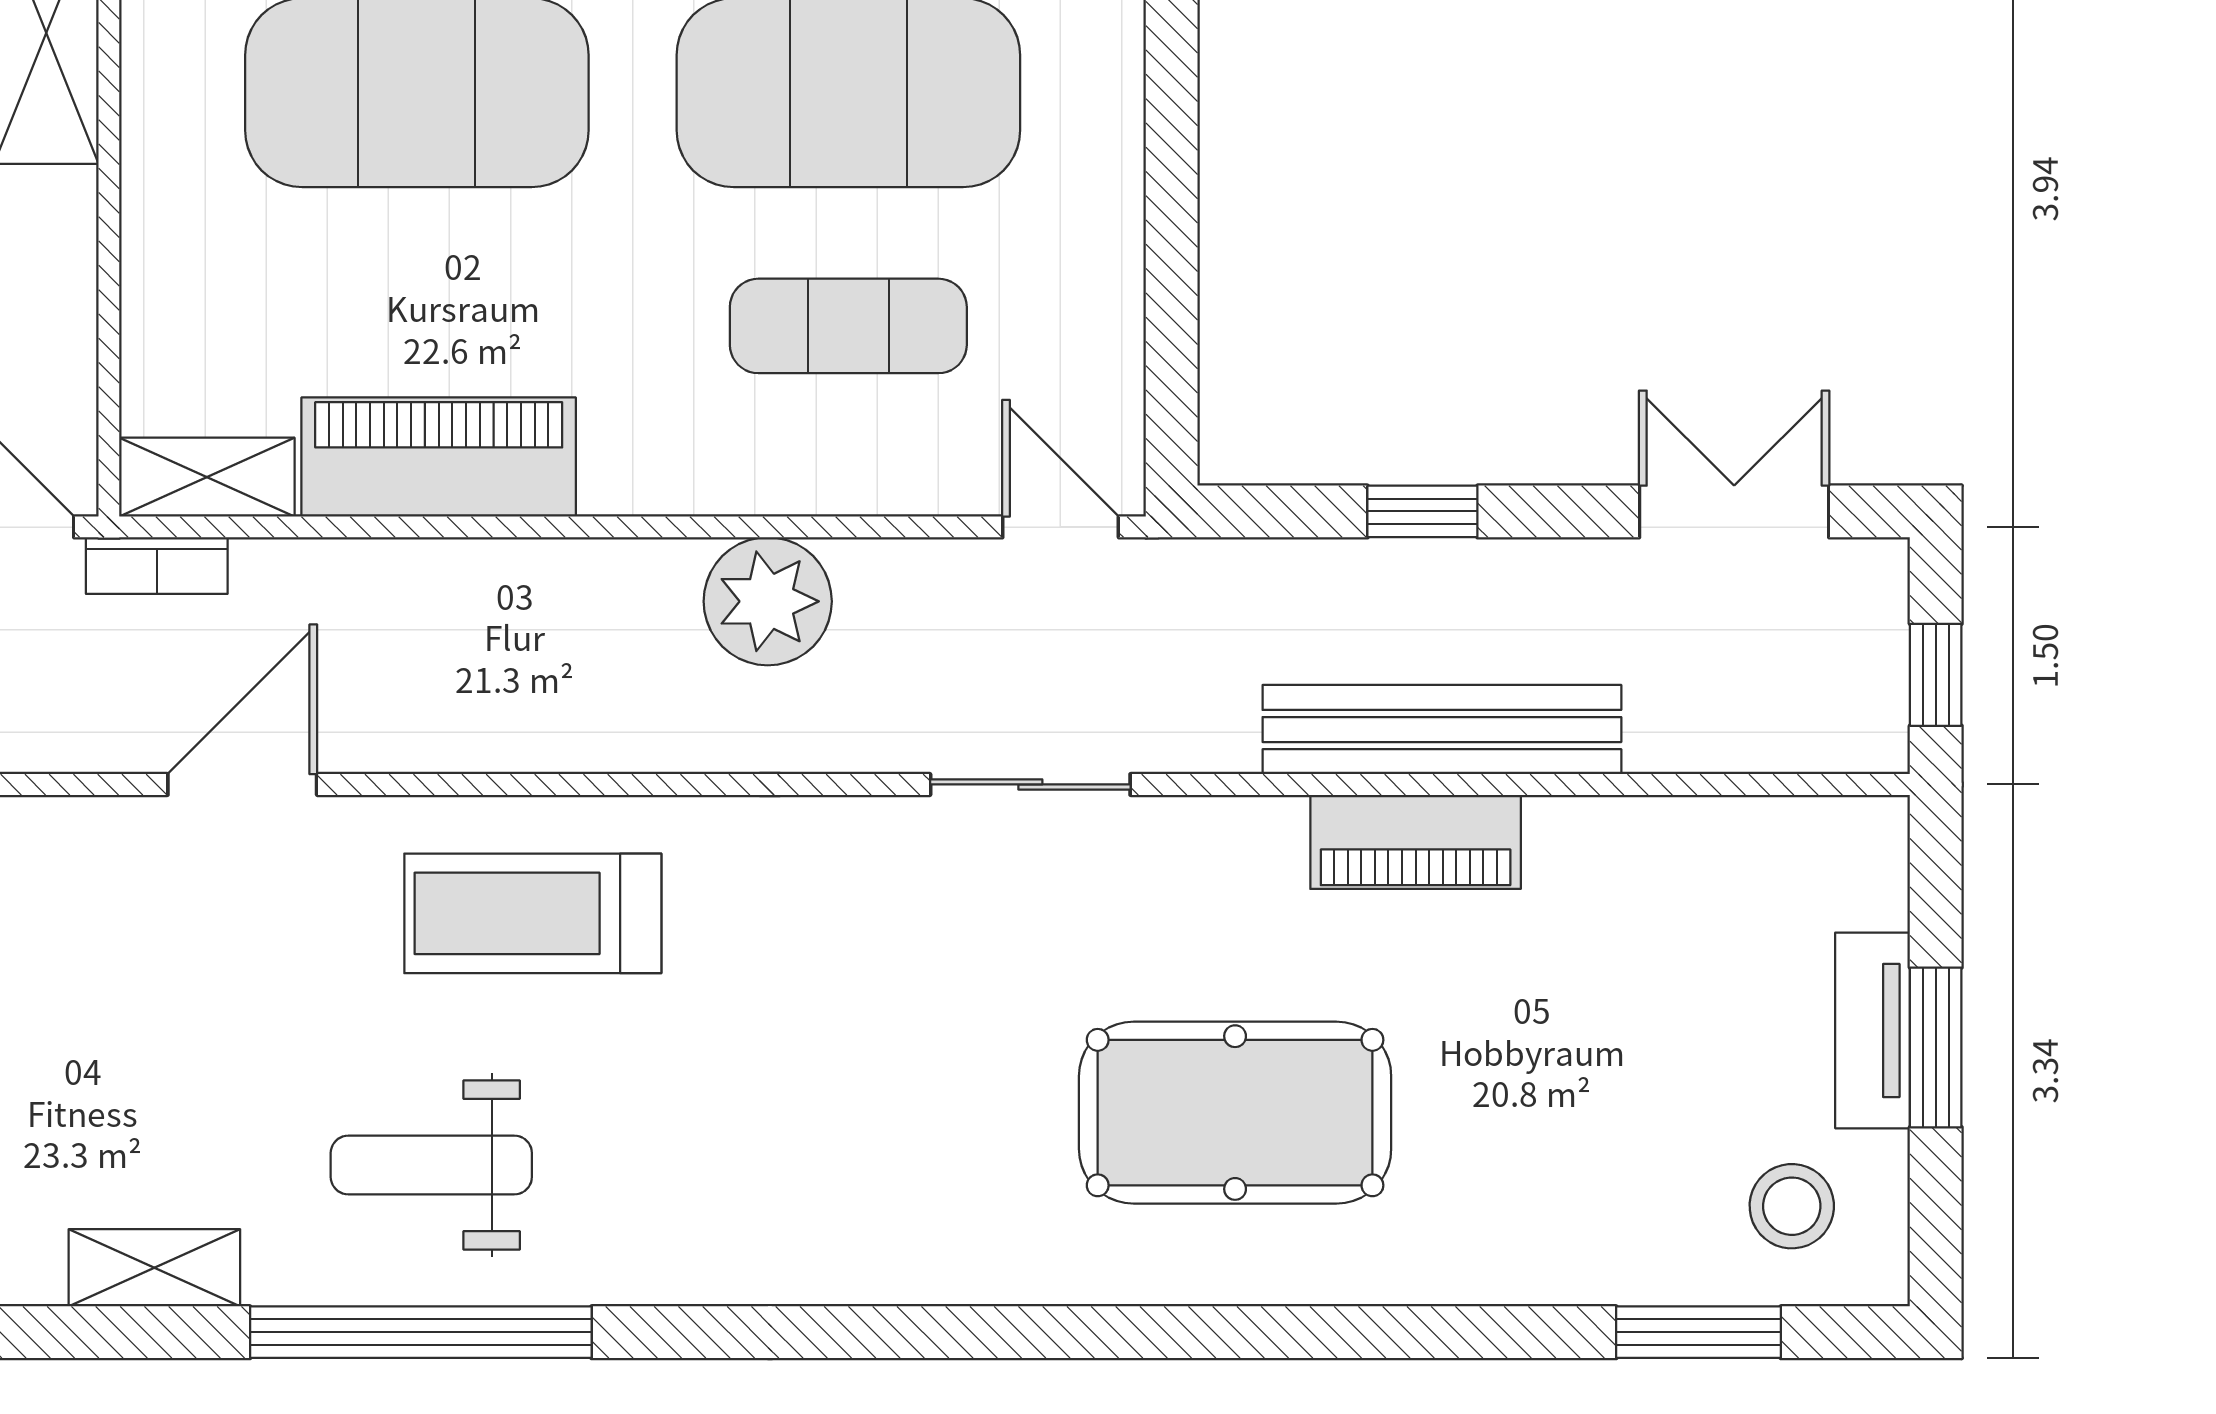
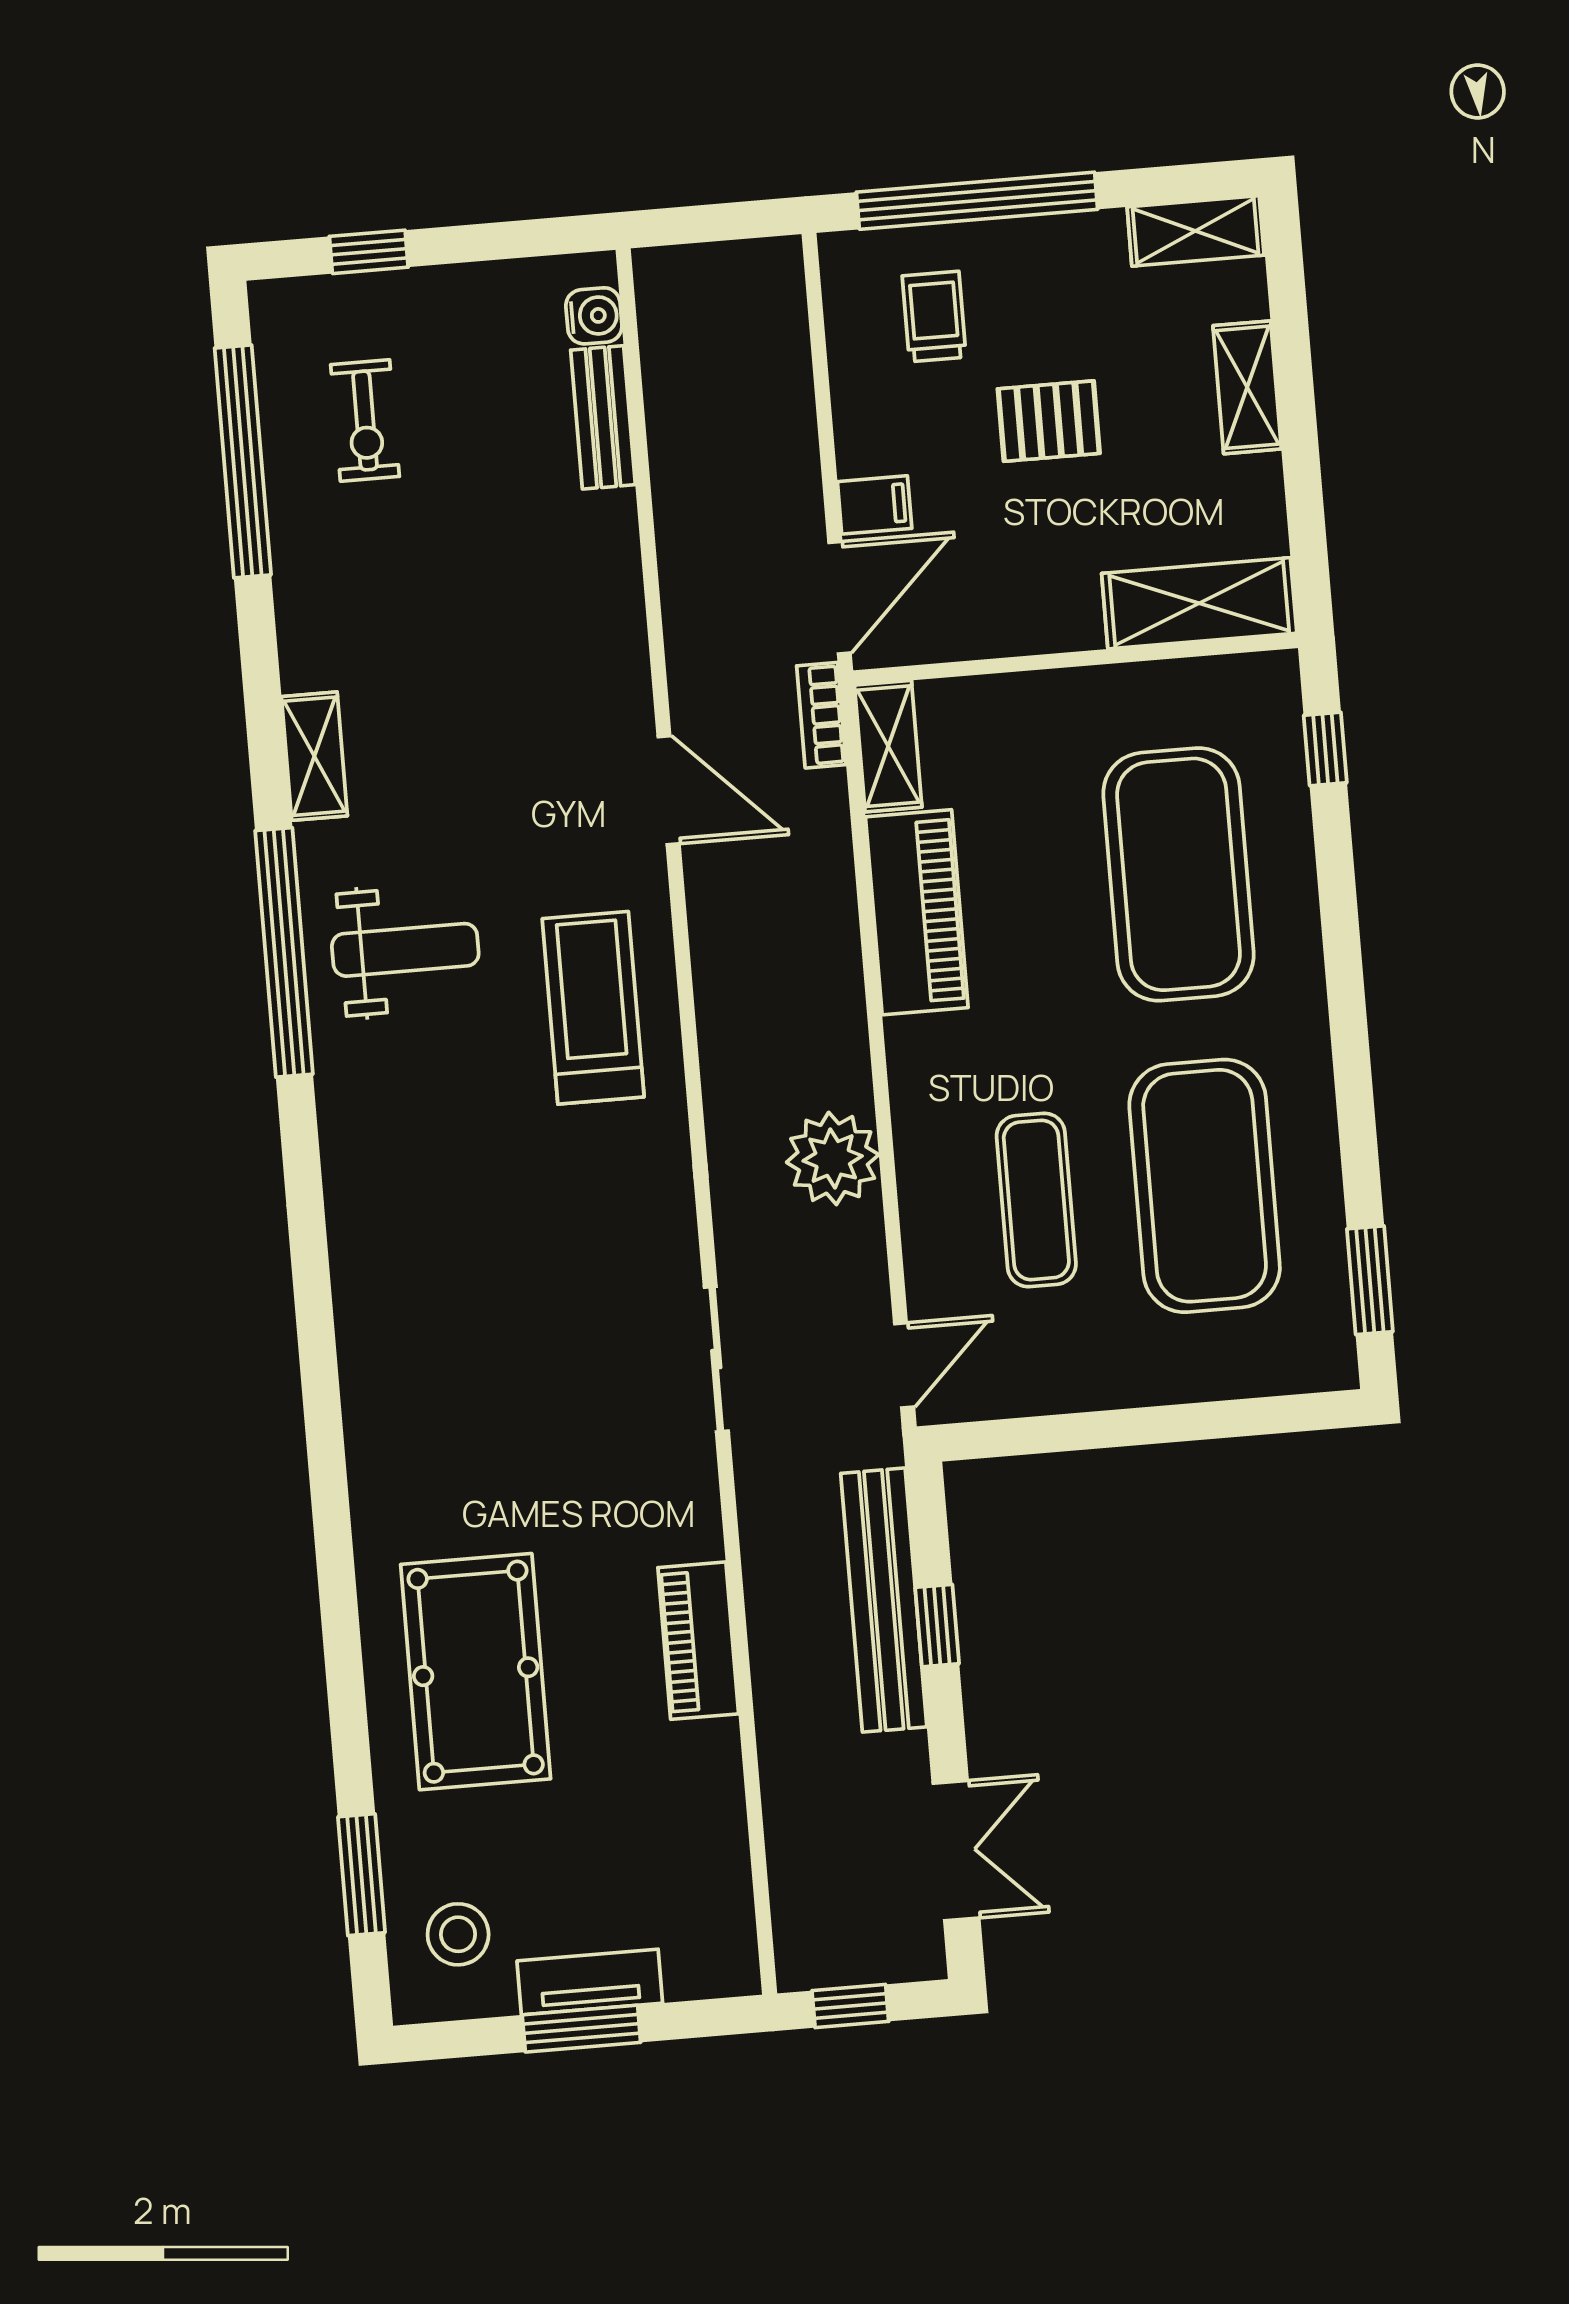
bench: (1442, 730) -> (884, 1600), moved
pool table: (1235, 1113) -> (476, 1672), moved
weight bench: (431, 1165) -> (405, 950), turned 90

